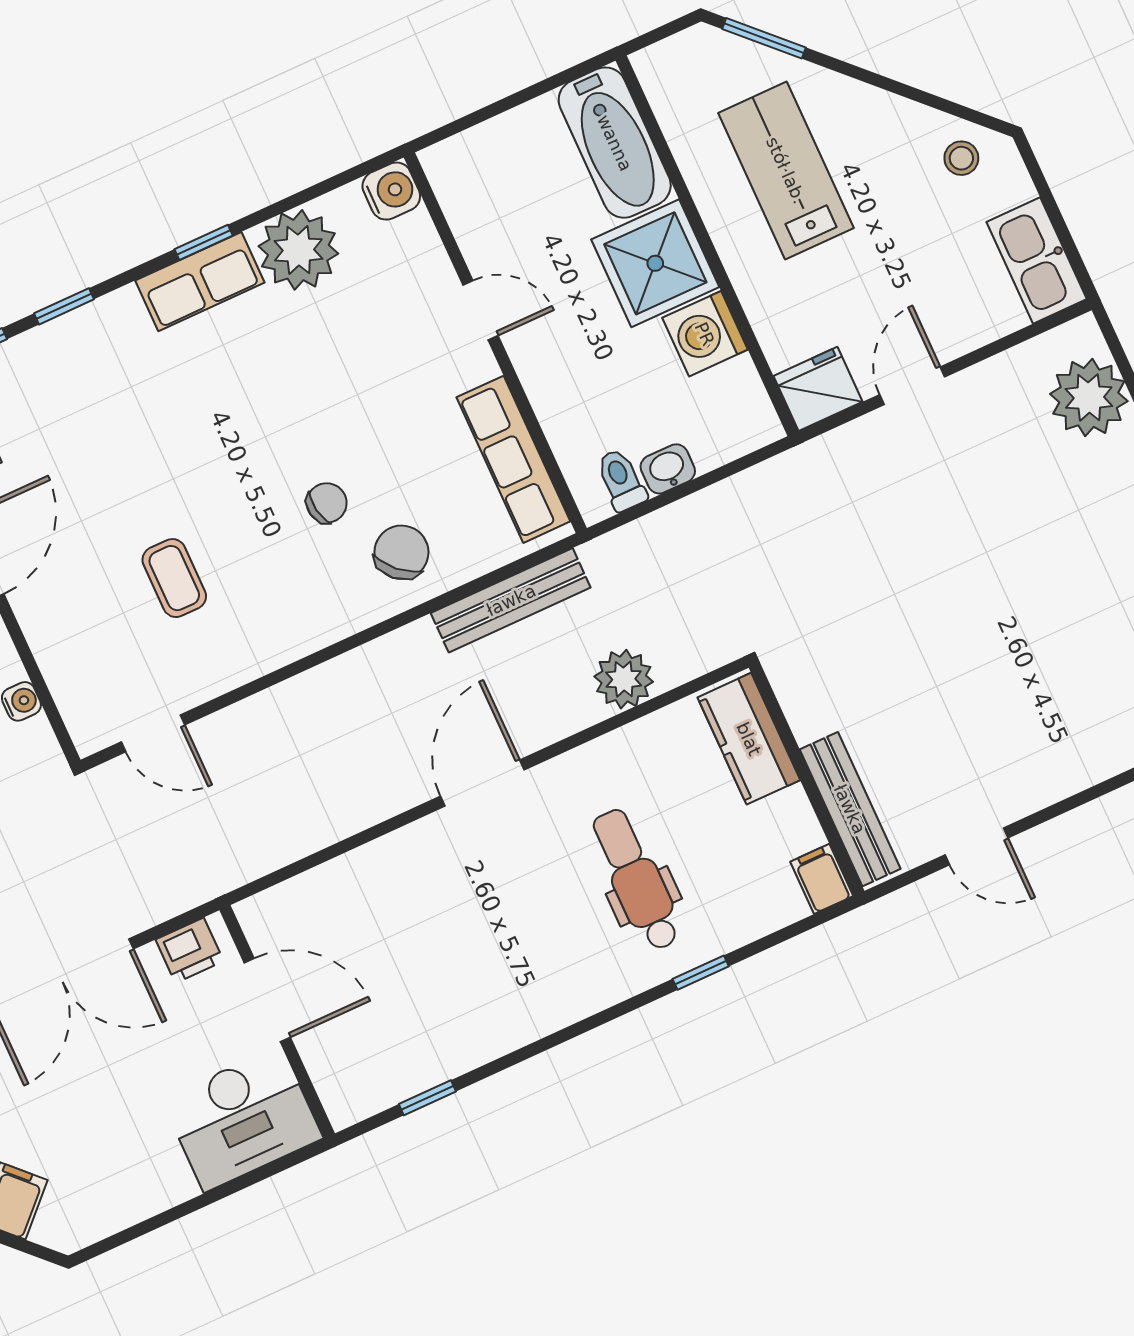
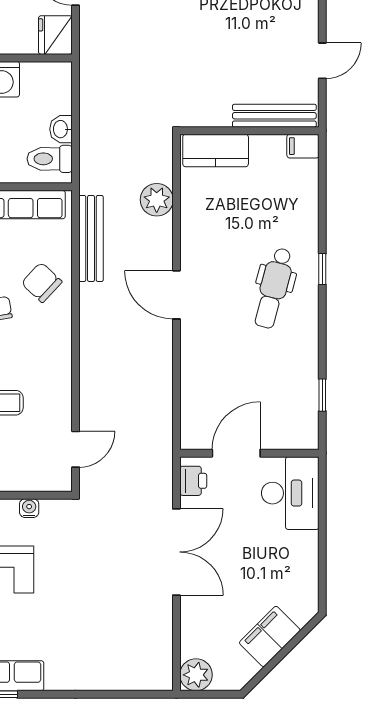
toilet: (621, 480) -> (50, 159), width x1.37, depth x1.39
dental chair: (636, 880) -> (274, 288), moved, turned -75
window: (701, 973) -> (322, 269), moved

